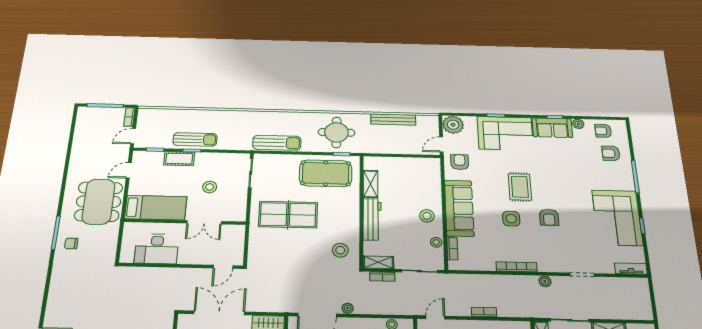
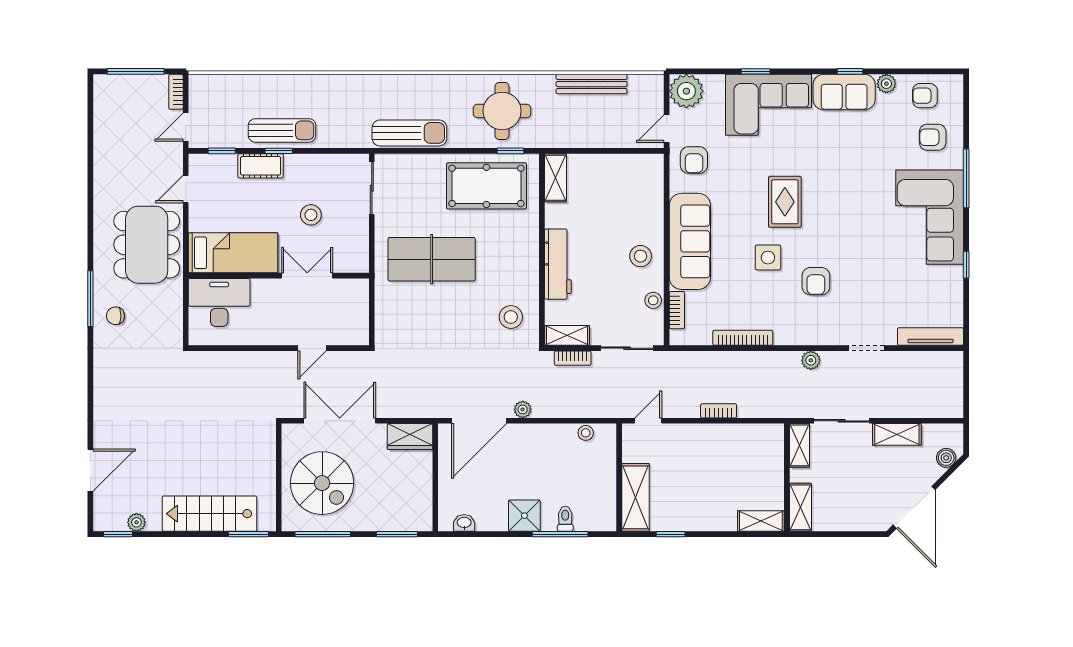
armchair: (460, 162) -> (694, 160), turned 180
shelving: (371, 184) -> (556, 178), moved
armchair: (549, 217) -> (816, 281), moved
corner sofa: (617, 218) -> (930, 217), moved
double door: (204, 222) -> (307, 276), swing flipped
desk: (157, 249) -> (219, 302), moved, turned 180
door: (223, 267) -> (312, 348), moved
bookcase: (517, 267) -> (743, 338), moved
tv unit: (631, 269) -> (930, 337), width x1.41

